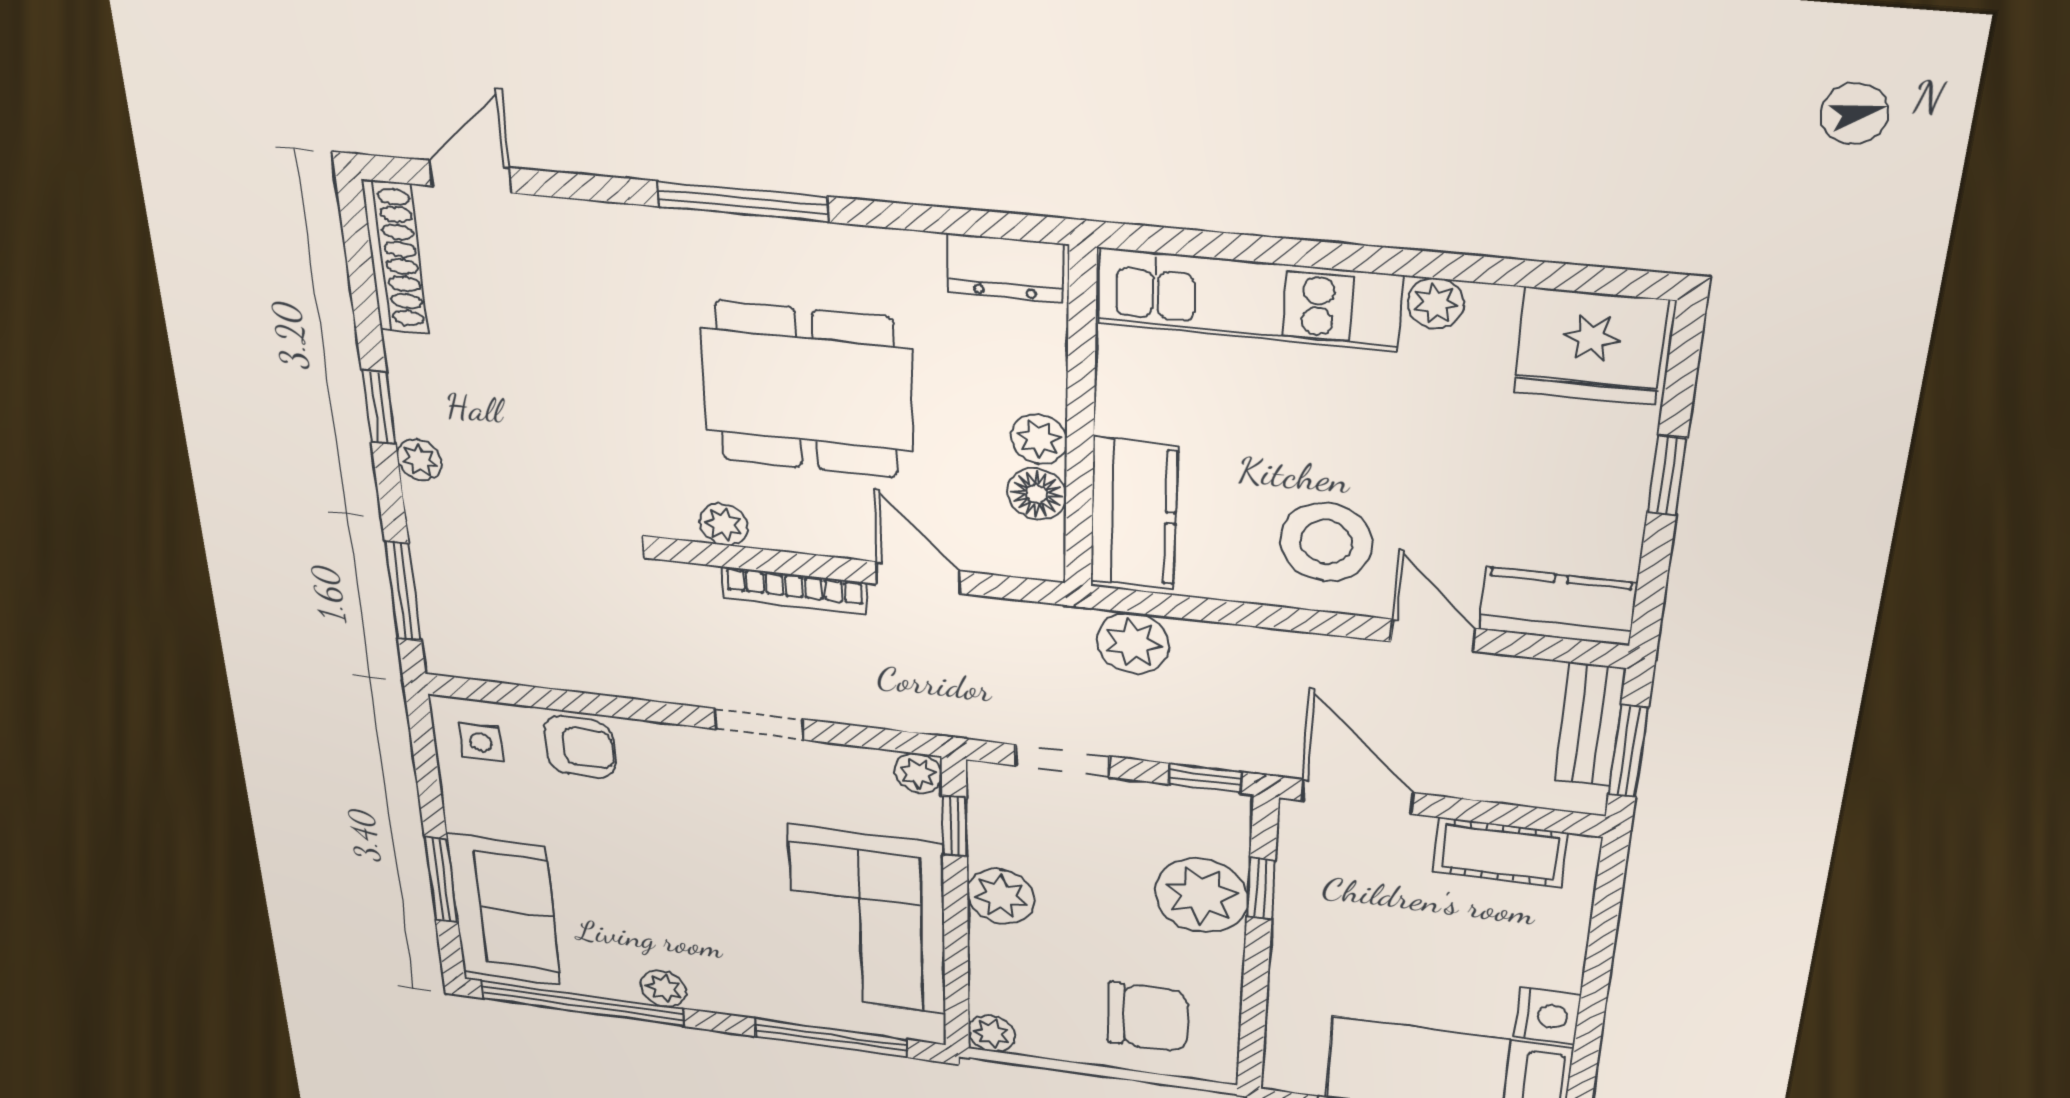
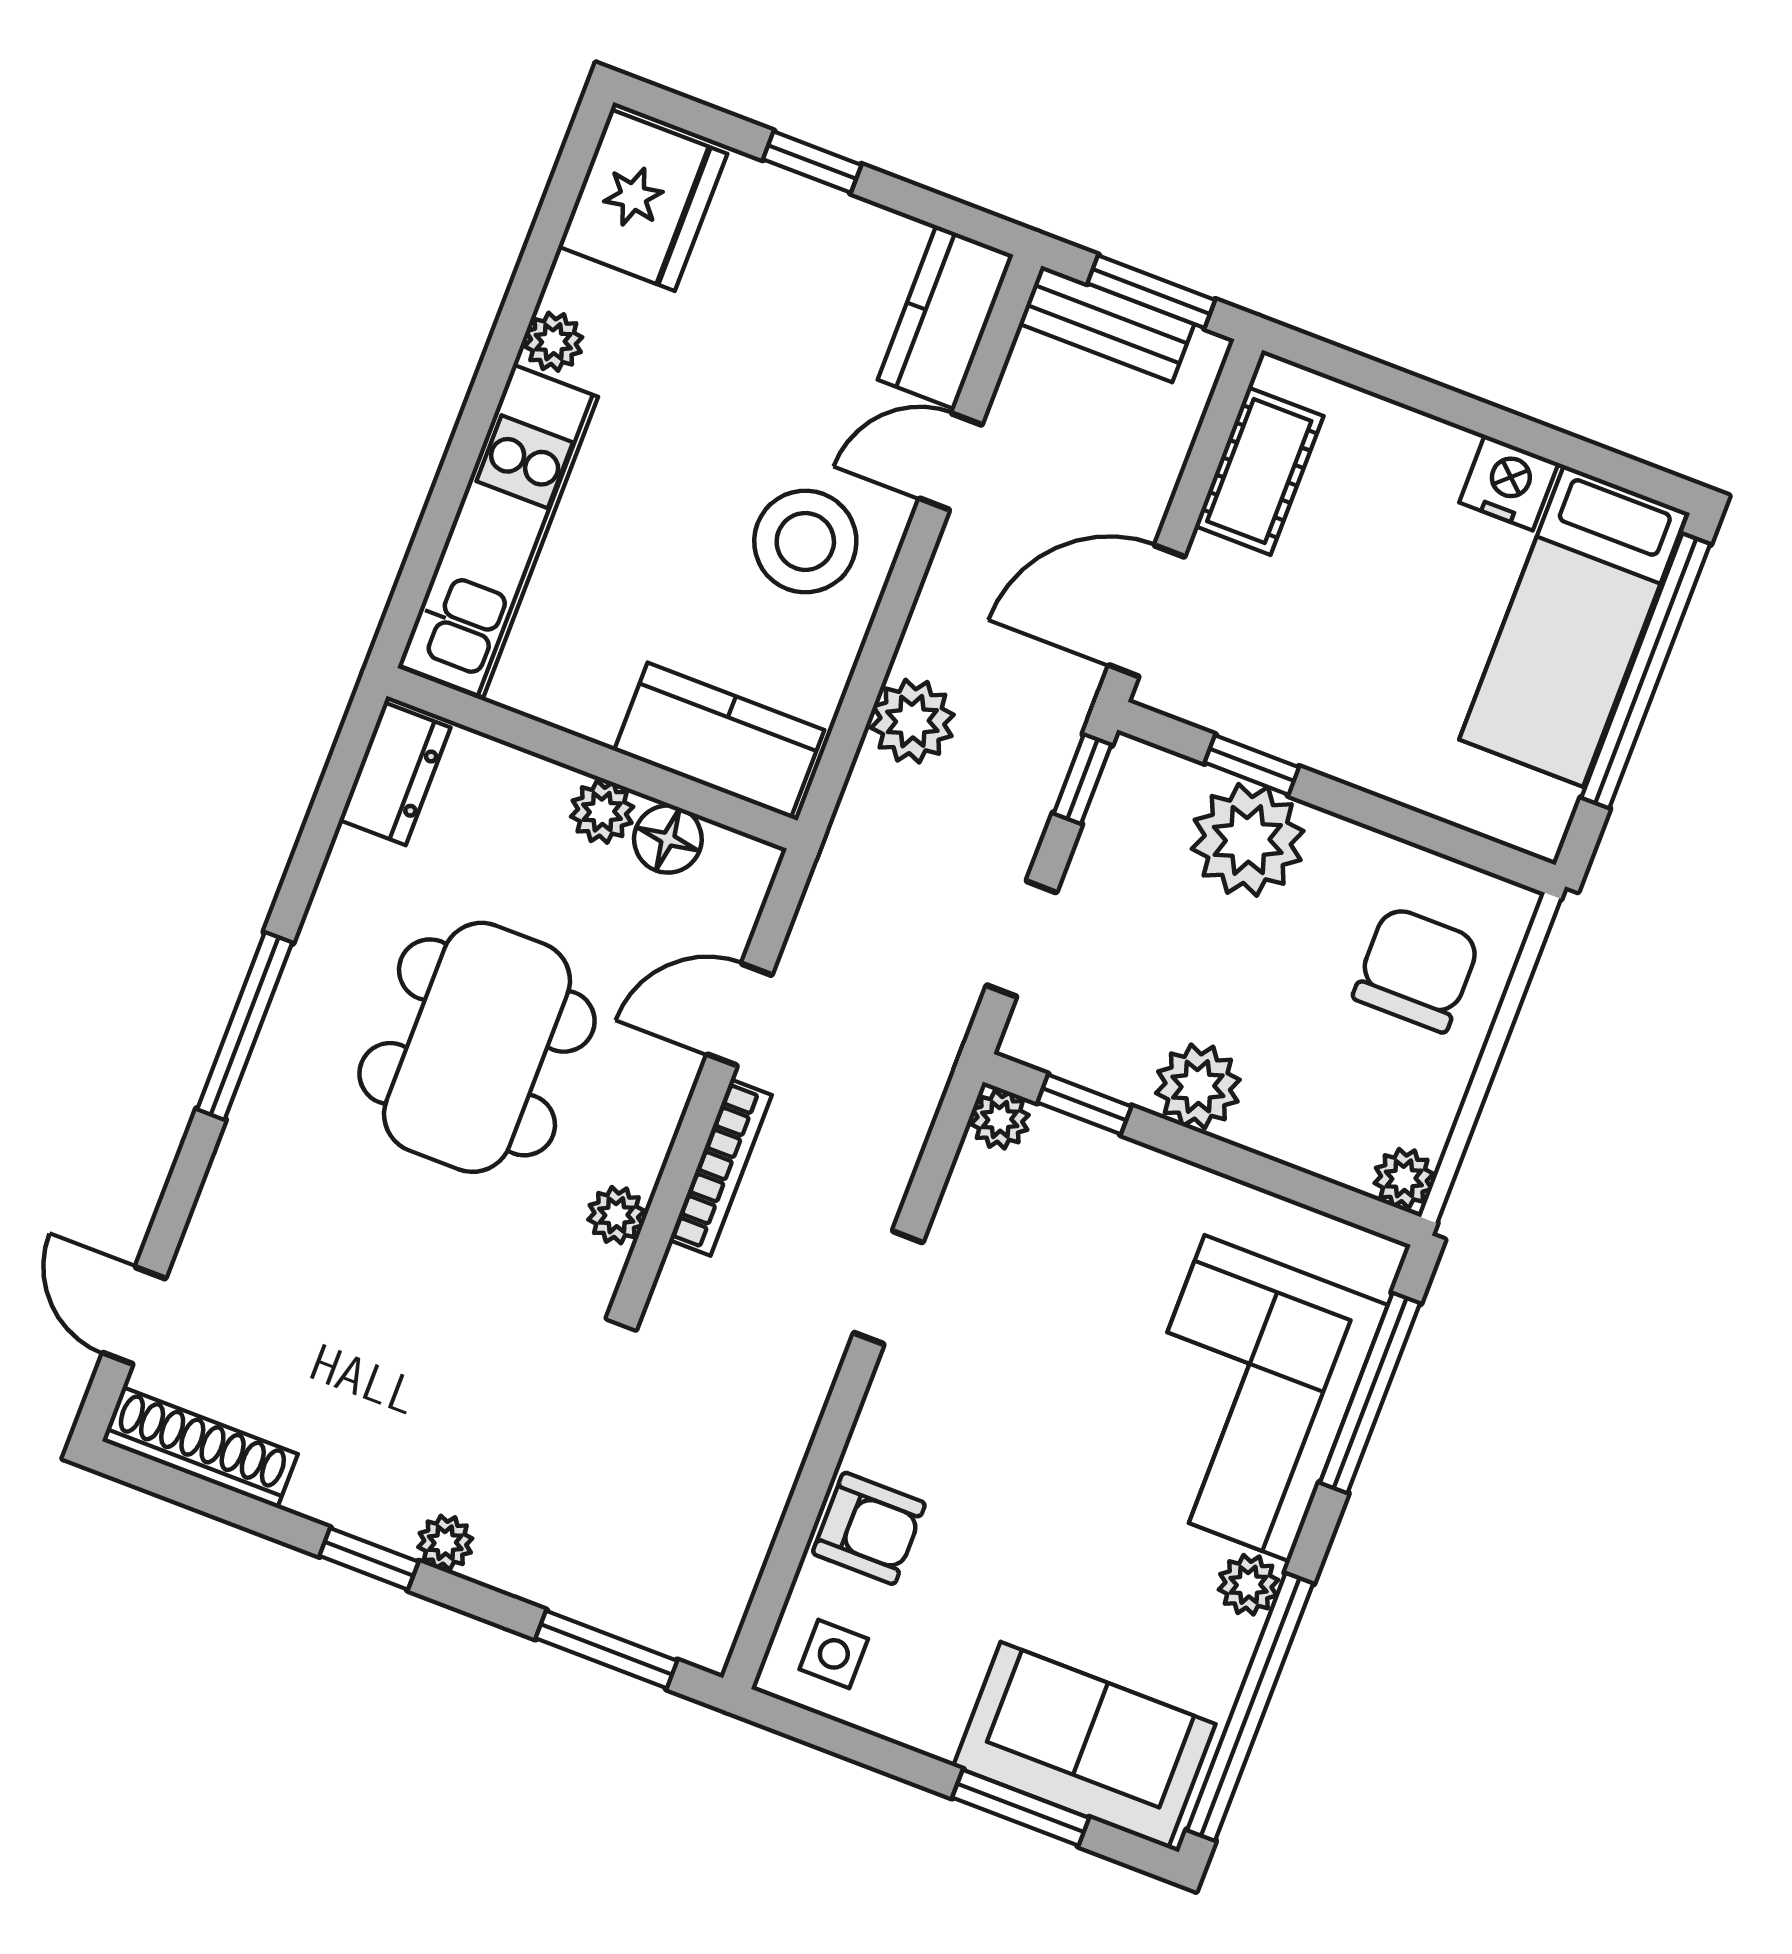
plant: (1133, 643) -> (912, 721), moved
armchair: (580, 747) -> (869, 1528), turned 90
corner sofa: (868, 920) -> (1247, 1398), moved, turned 90

